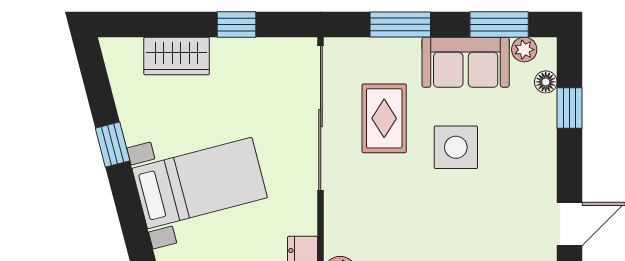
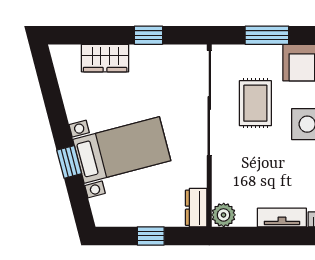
window: (113, 145) -> (69, 162), moved

